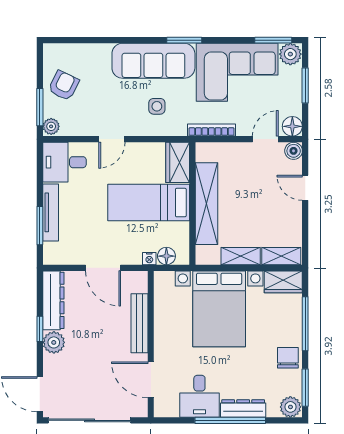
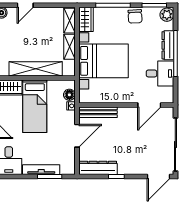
bench: (140, 323) -> (98, 112), moved
plant: (54, 342) -> (125, 168), removed
chair: (288, 358) -> (135, 16), turned -93

